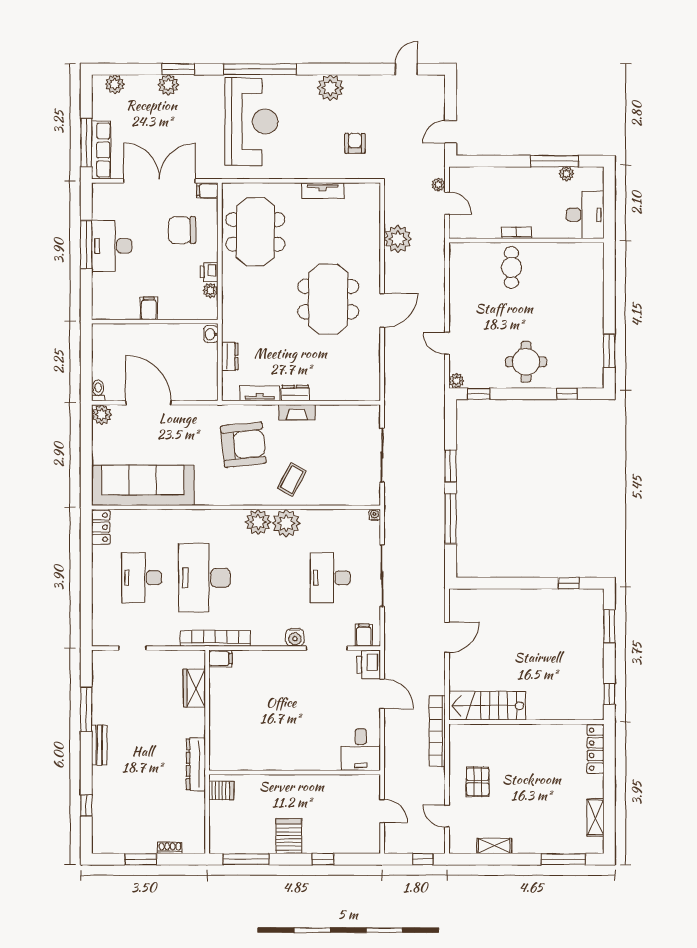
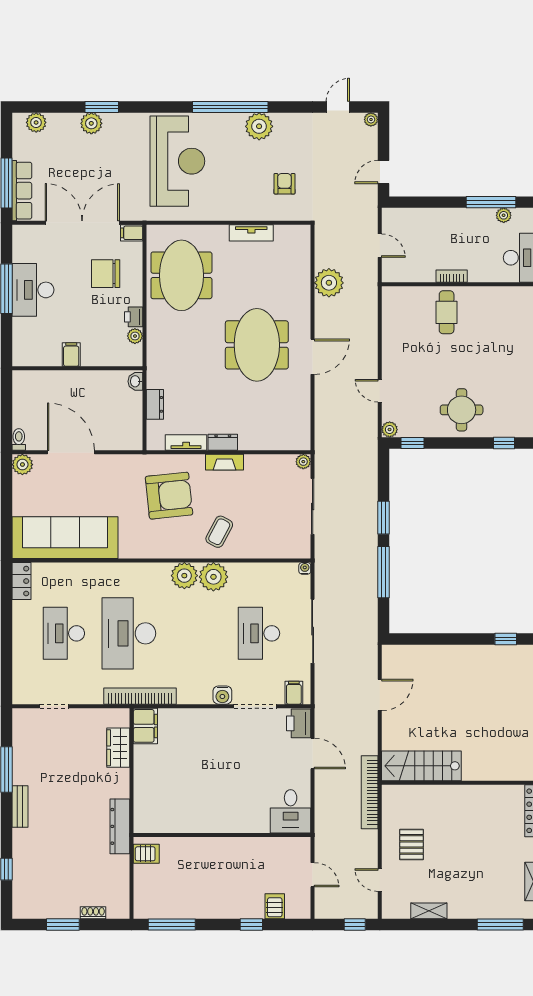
window: (260, 69) -> (230, 107), moved
plant: (438, 185) -> (371, 119), moved
plant: (373, 412) -> (303, 462), added
filing cabinet: (220, 659) -> (145, 726), width x2.00
server rack: (289, 836) -> (275, 906), moved, width x0.73, depth x0.70

